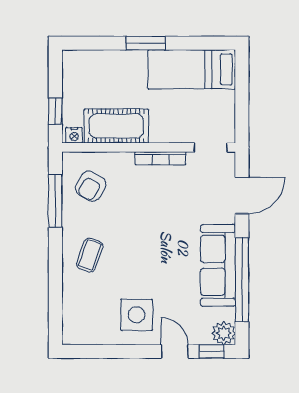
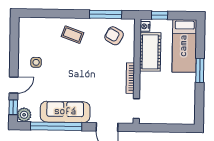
bed: (192, 69) -> (184, 46), moved, turned 180
side table: (137, 315) -> (36, 62), width x0.54, depth x0.54

